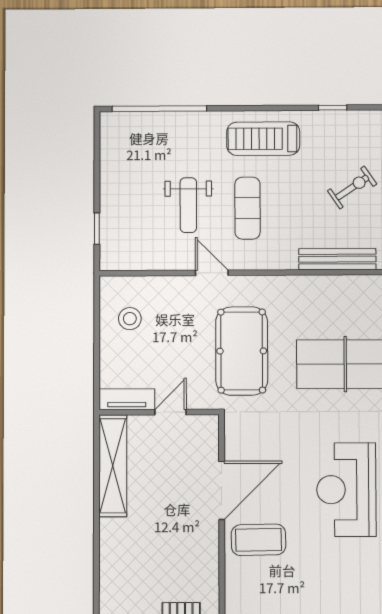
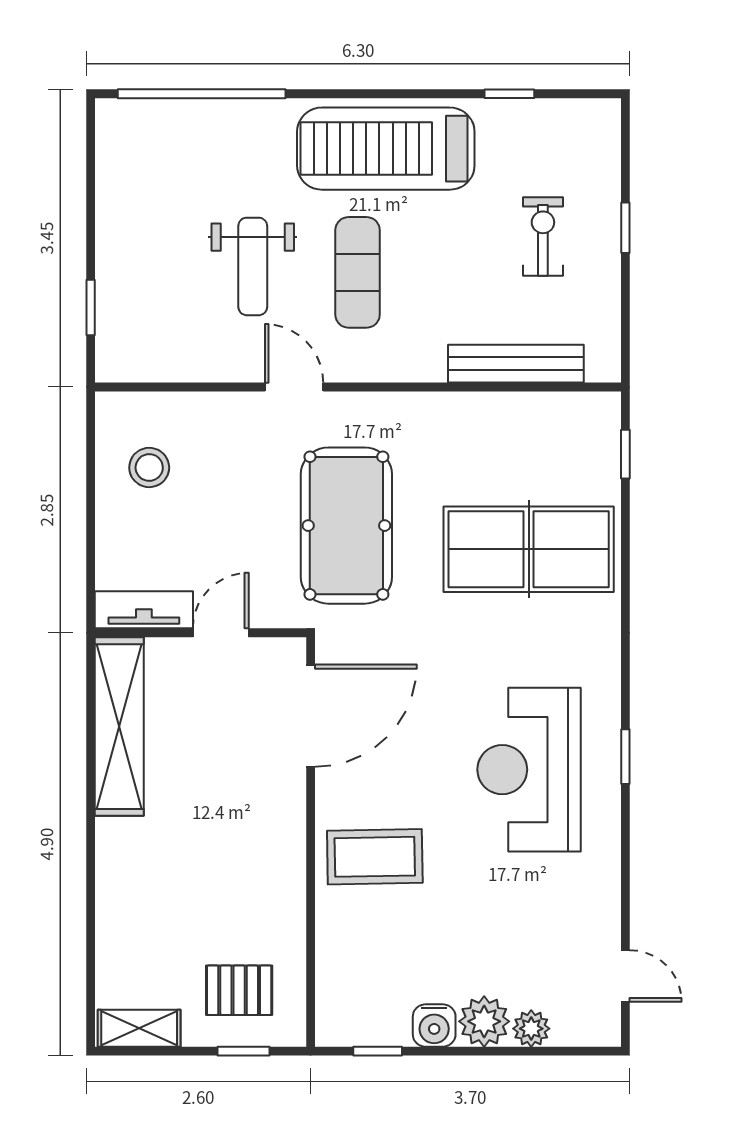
treadmill: (263, 139) -> (386, 149), width x1.37, depth x1.38
exercise bike: (352, 187) -> (543, 236), turned -56
door: (222, 490) -> (311, 716), moved

